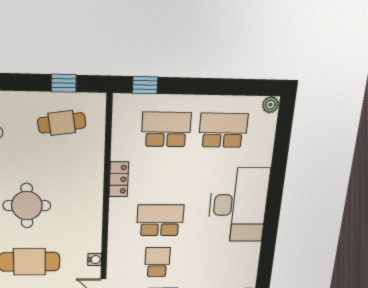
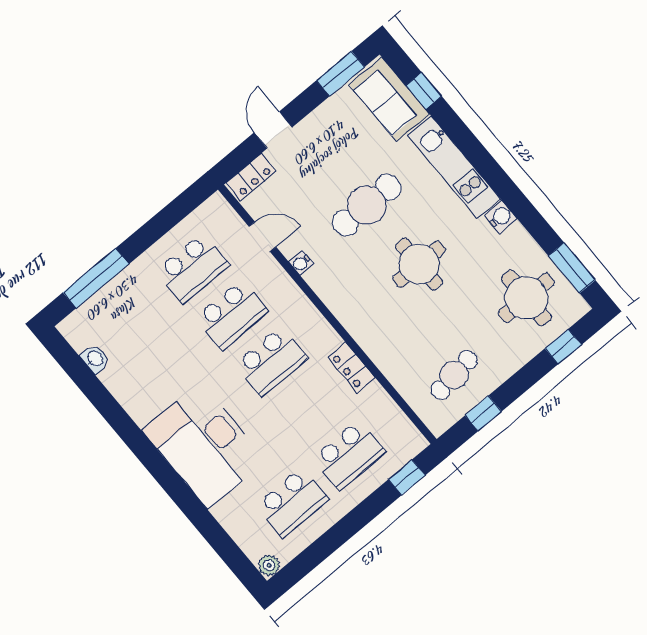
school desk: (157, 262) -> (232, 315), width x1.85

